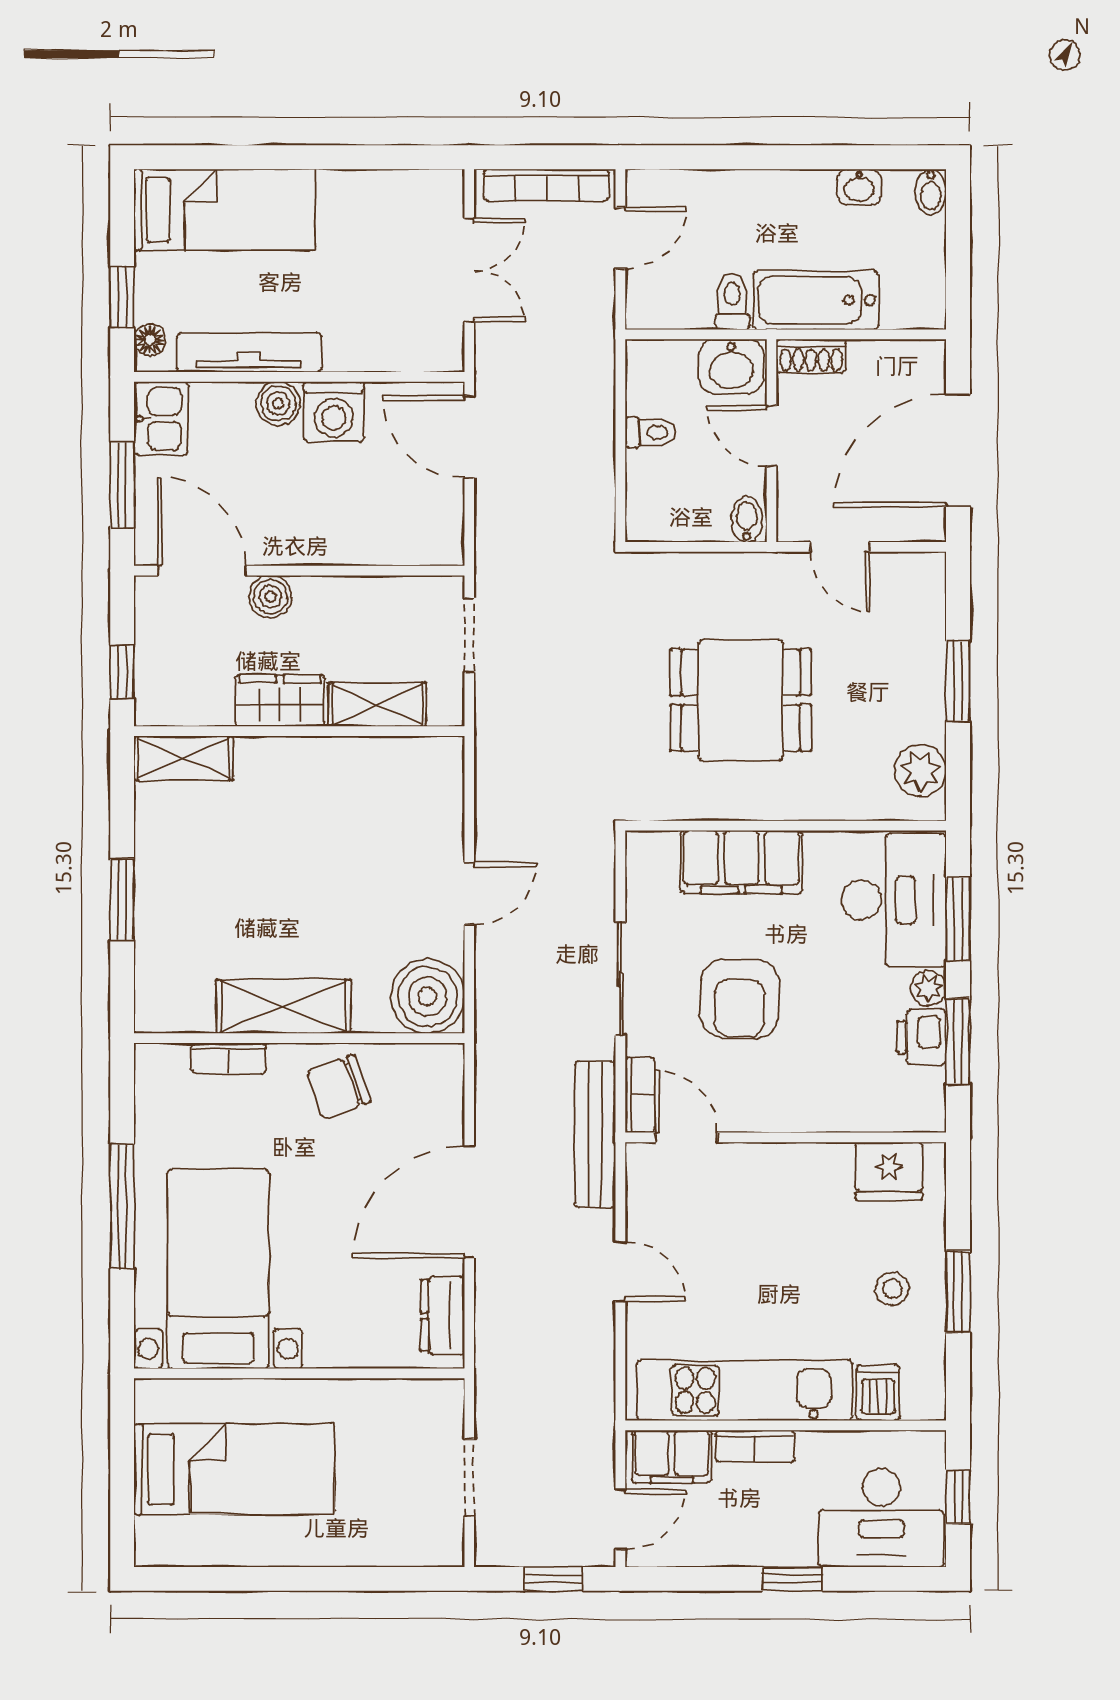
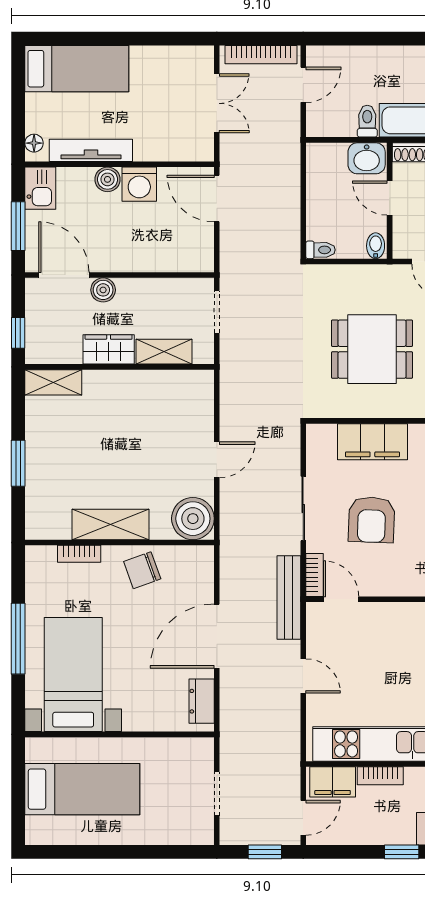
window: (122, 297) -> (18, 119), removed
toilet: (650, 432) -> (320, 250), moved

